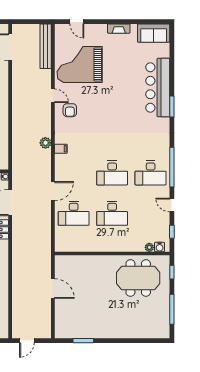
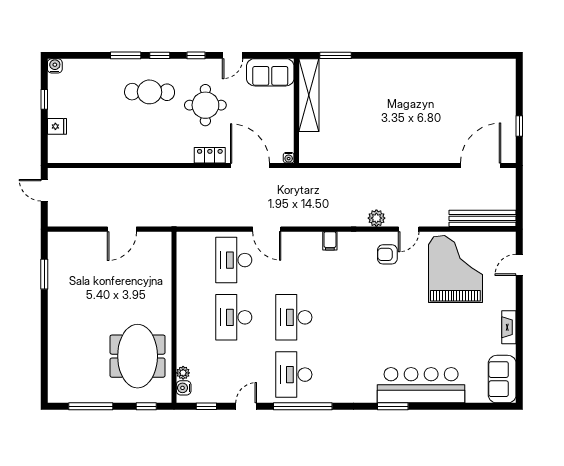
plant: (45, 143) -> (376, 218), moved

